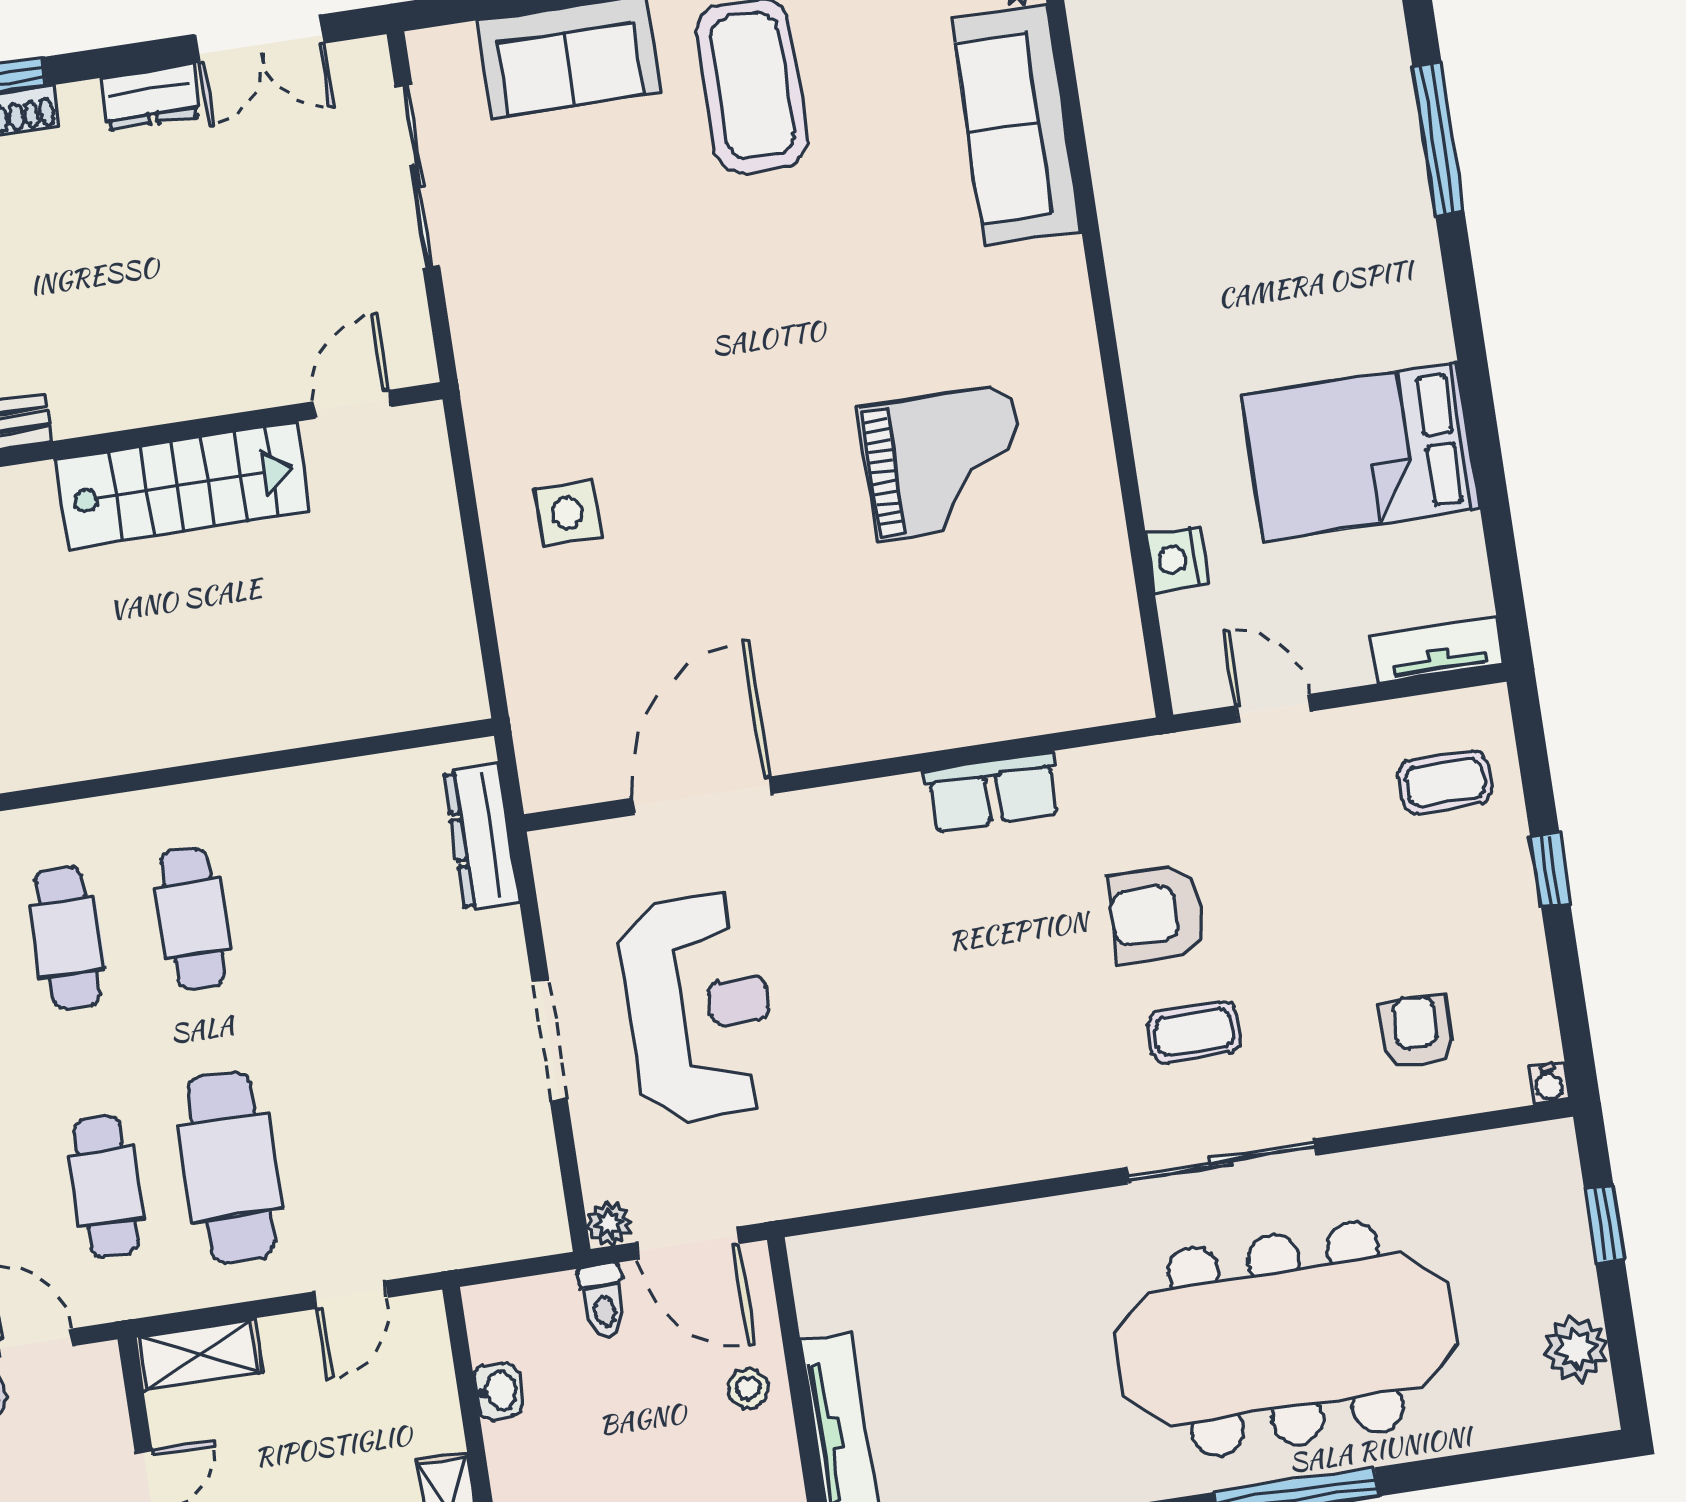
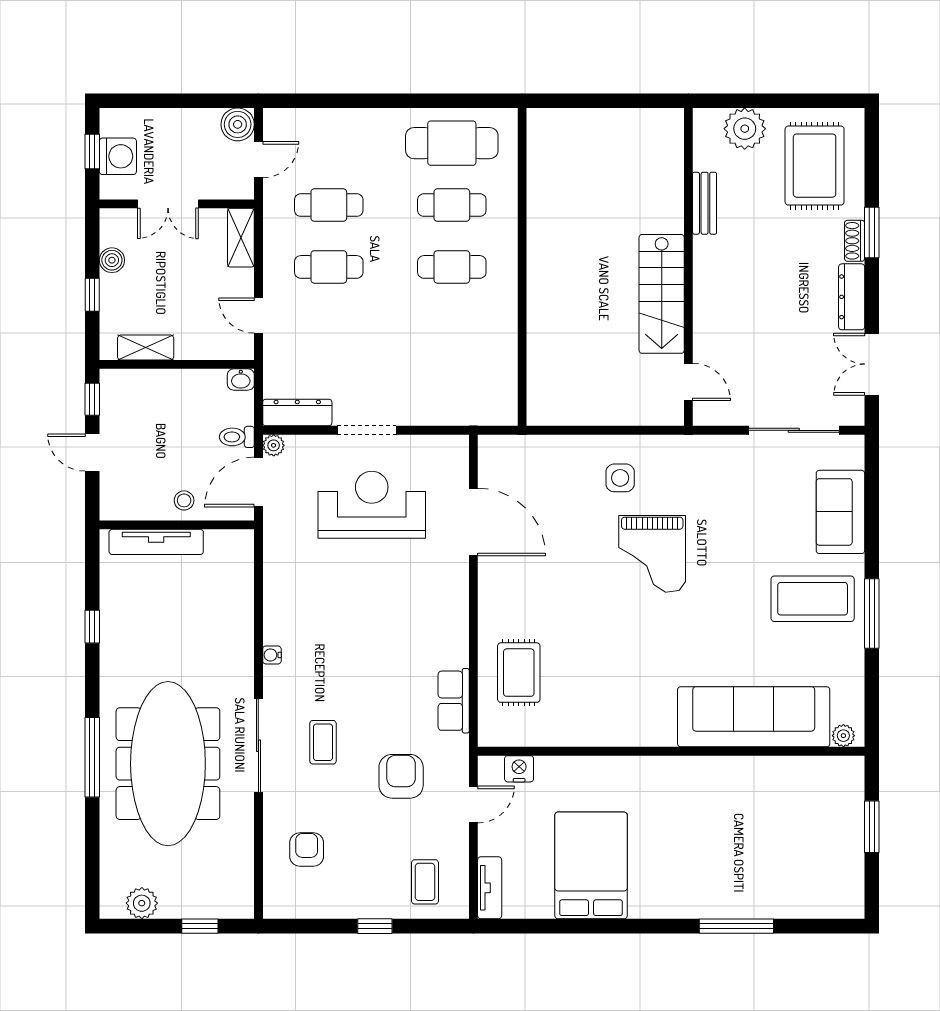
dresser: (150, 97) -> (852, 297), width x1.44
sofa: (1016, 126) -> (754, 717), width x1.36, depth x1.27
grand piano: (945, 463) -> (652, 554), moved
nightstand: (1177, 560) -> (519, 769), moved
rug: (993, 657) -> (519, 673), added
row of seats: (992, 792) -> (454, 701), moved
dresser: (482, 837) -> (297, 412), moved
armchair: (1157, 914) -> (401, 776), moved
reception desk: (699, 1007) -> (372, 505), turned 180
armchair: (1416, 1032) -> (307, 849), turned -90
water cooler: (1549, 1083) -> (272, 655), moved
cafe table: (231, 1167) -> (329, 267), width x0.73, depth x0.74
washbasin: (498, 1391) -> (241, 379), moved

